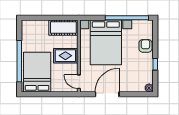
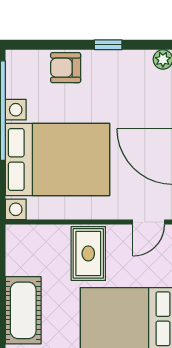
cot: (63, 28) -> (23, 310), moved

